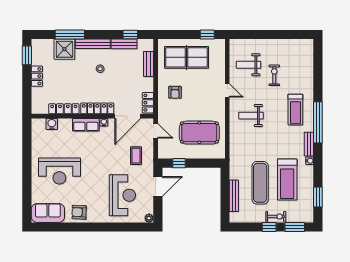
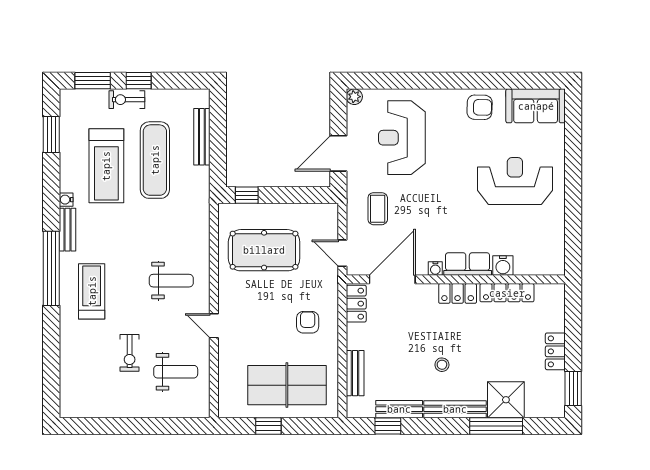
window: (207, 35) -> (268, 426), moved
locker: (97, 108) -> (458, 293), width x0.66
water cooler: (52, 124) -> (503, 265), moved
window: (179, 163) -> (247, 195), moved
treadmill: (287, 180) -> (106, 166), turned 180

